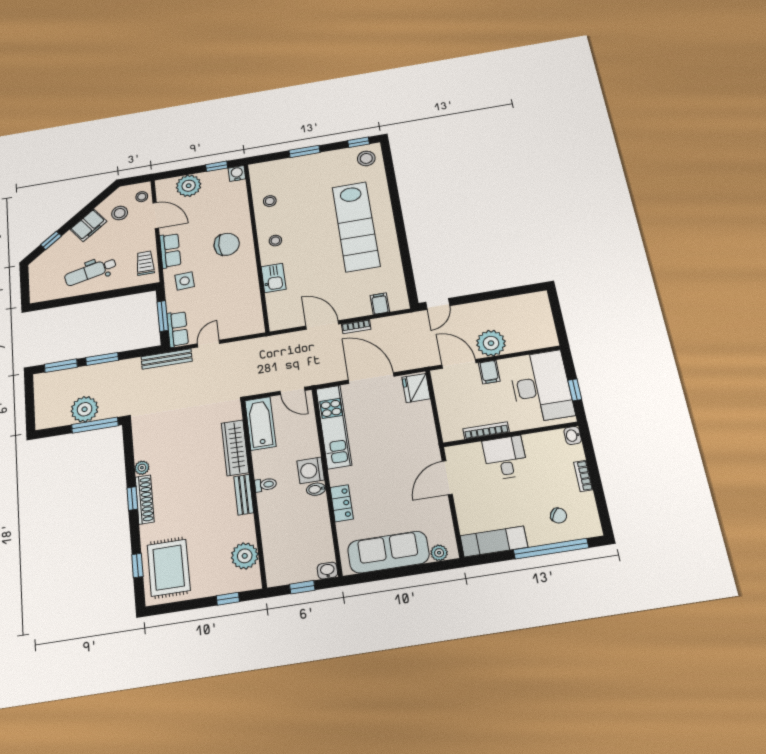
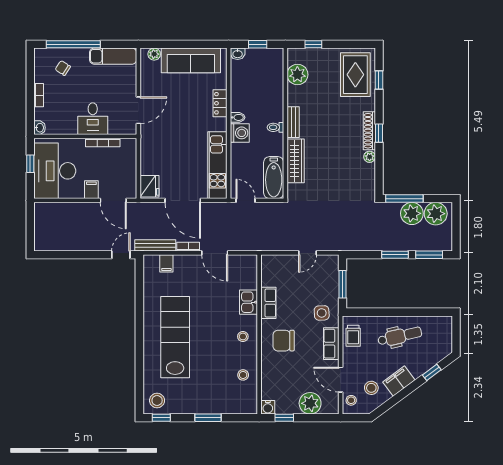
row of seats: (178, 329) -> (268, 303), moved, turned 180
plant: (491, 343) -> (436, 214), moved
bench: (167, 359) -> (155, 245), moved

